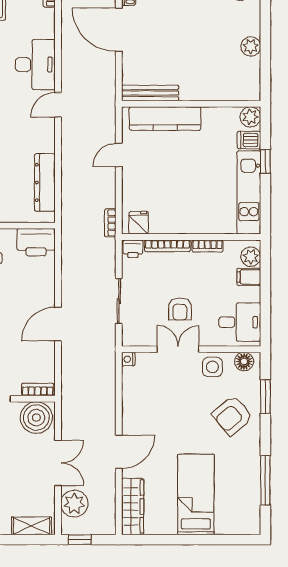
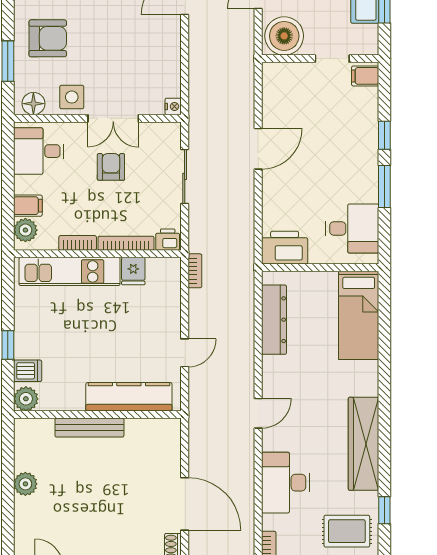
desk: (35, 65) -> (285, 483), moved
bench: (150, 93) -> (89, 428), moved
kitchen unit: (249, 192) -> (69, 271), moved, turned 90
fridge: (139, 223) -> (133, 271), moved
bookcase: (38, 389) -> (283, 70), removed
armchair: (232, 416) -> (48, 38), turned 40

